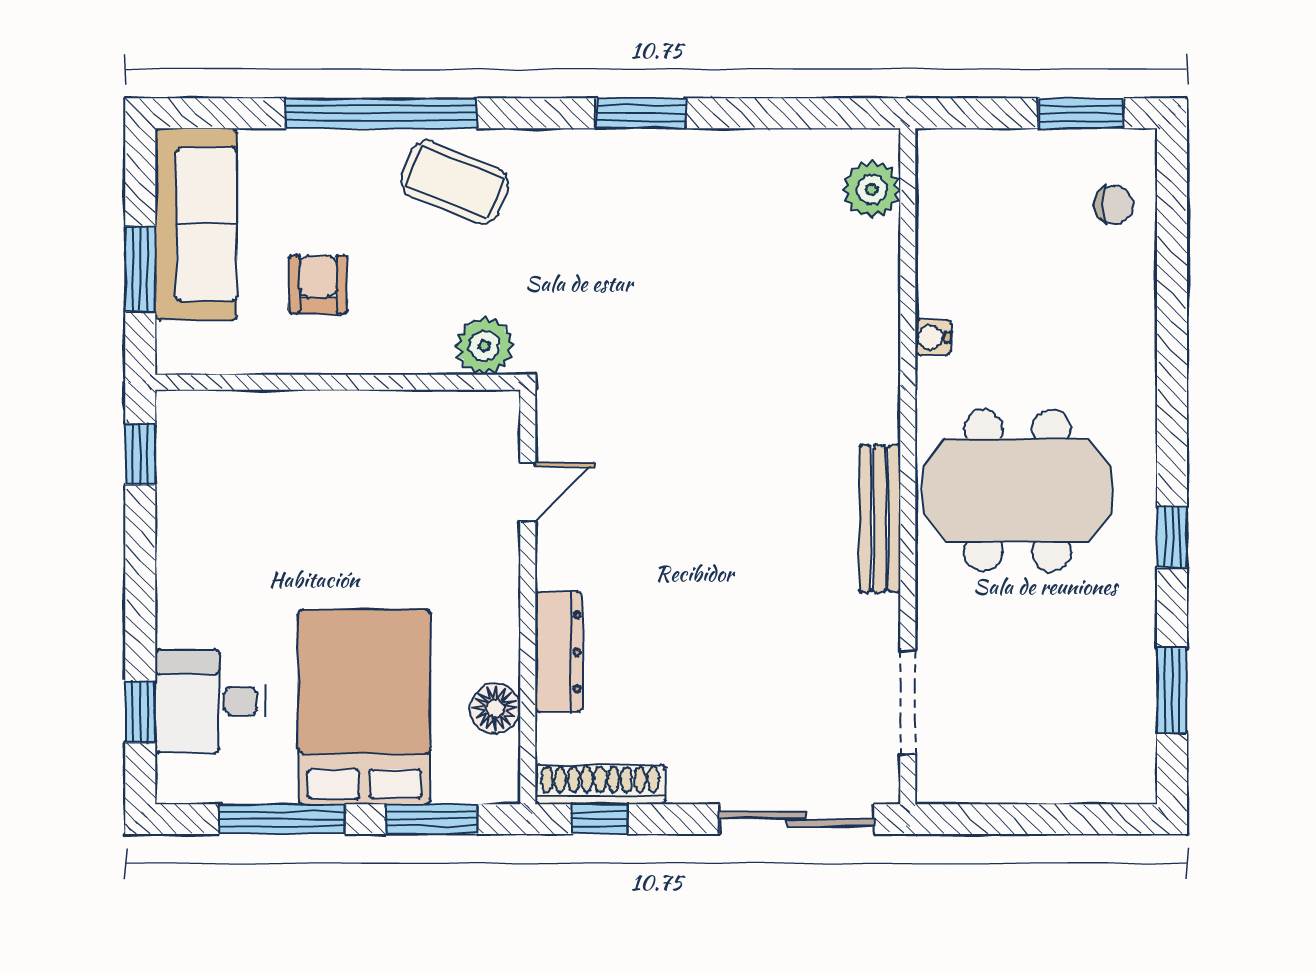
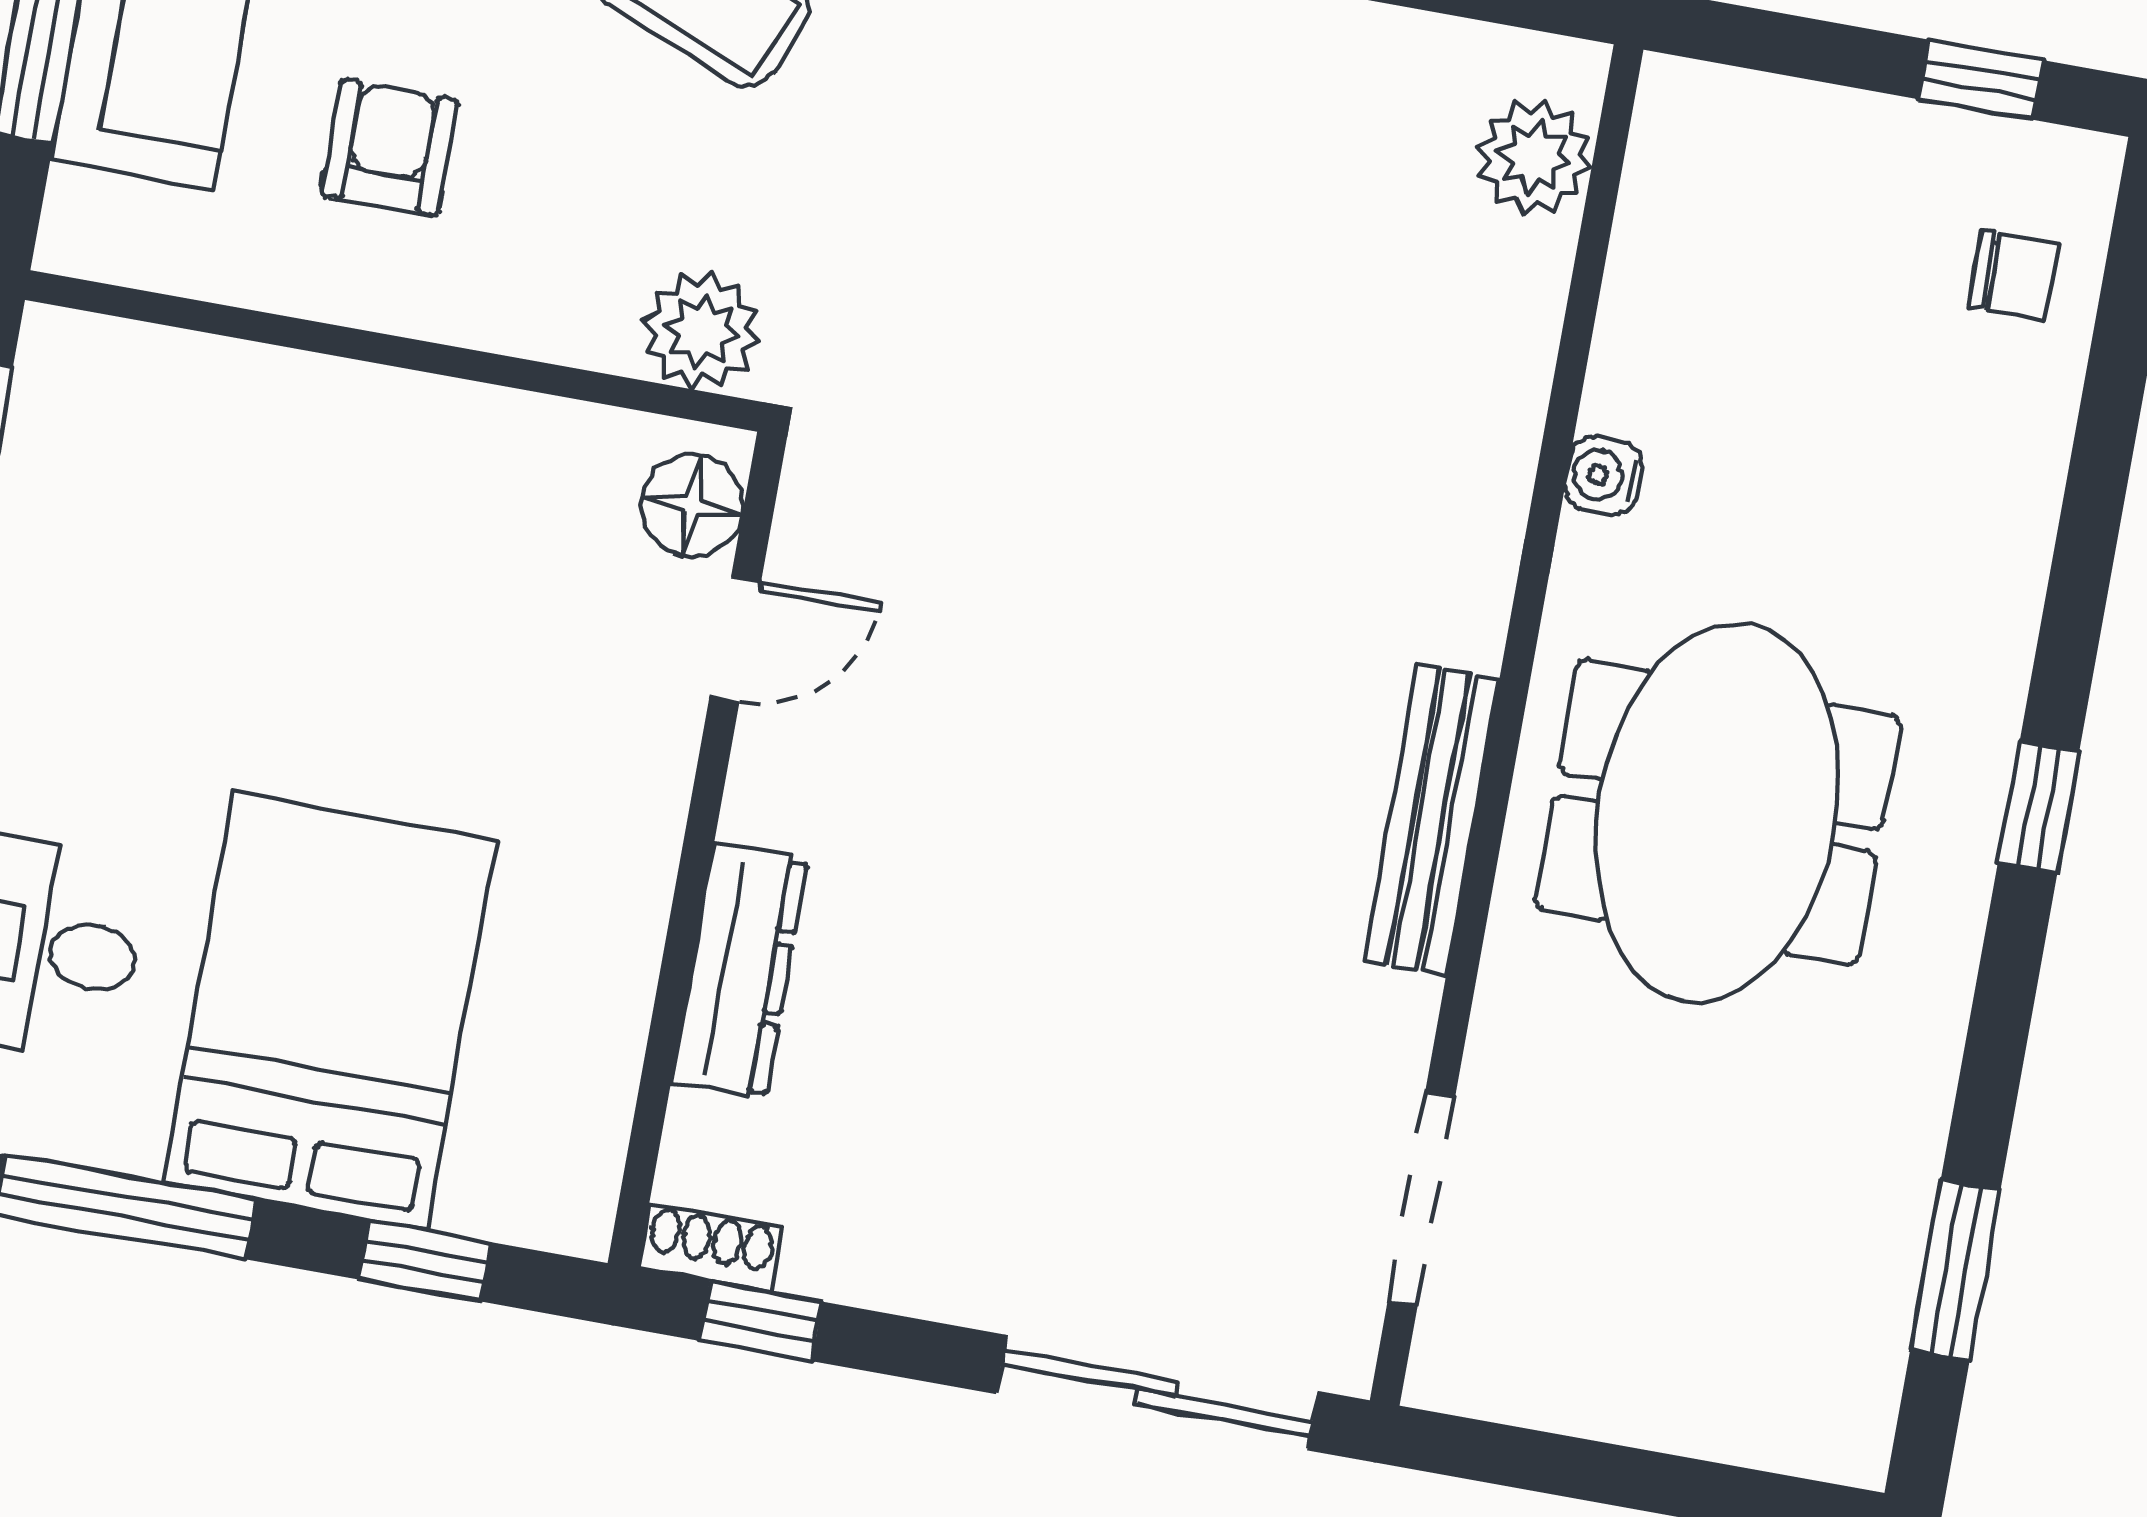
window: (1081, 113) -> (1981, 80), width x0.67
meeting table: (1017, 490) -> (1717, 813), turned 90
window: (1172, 537) -> (2038, 807), moved
floor lamp: (495, 708) -> (692, 505), moved
shoe rack: (600, 784) -> (710, 1248), width x0.51, depth x0.81
window: (432, 819) -> (424, 1261), width x0.67

